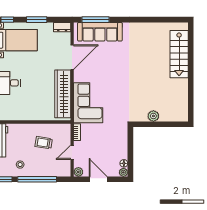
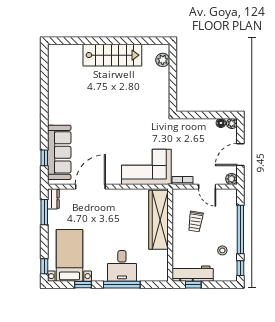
window: (37, 20) -> (44, 212), moved
window: (95, 20) -> (44, 158), width x0.46
stairs: (179, 54) -> (112, 55), moved
door: (72, 57) -> (90, 187), hinge flipped
wardrobe: (63, 94) -> (159, 220), moved, turned 90
plant: (153, 116) -> (163, 60), moved

